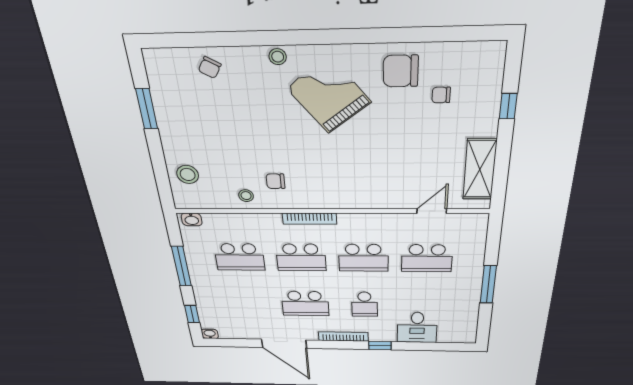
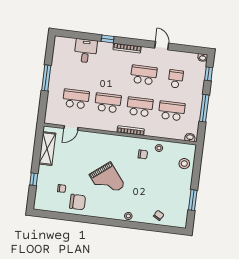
grand piano: (329, 95) -> (107, 180), moved
school desk: (365, 304) -> (176, 79), moved
door: (284, 344) -> (162, 46), width x0.53

